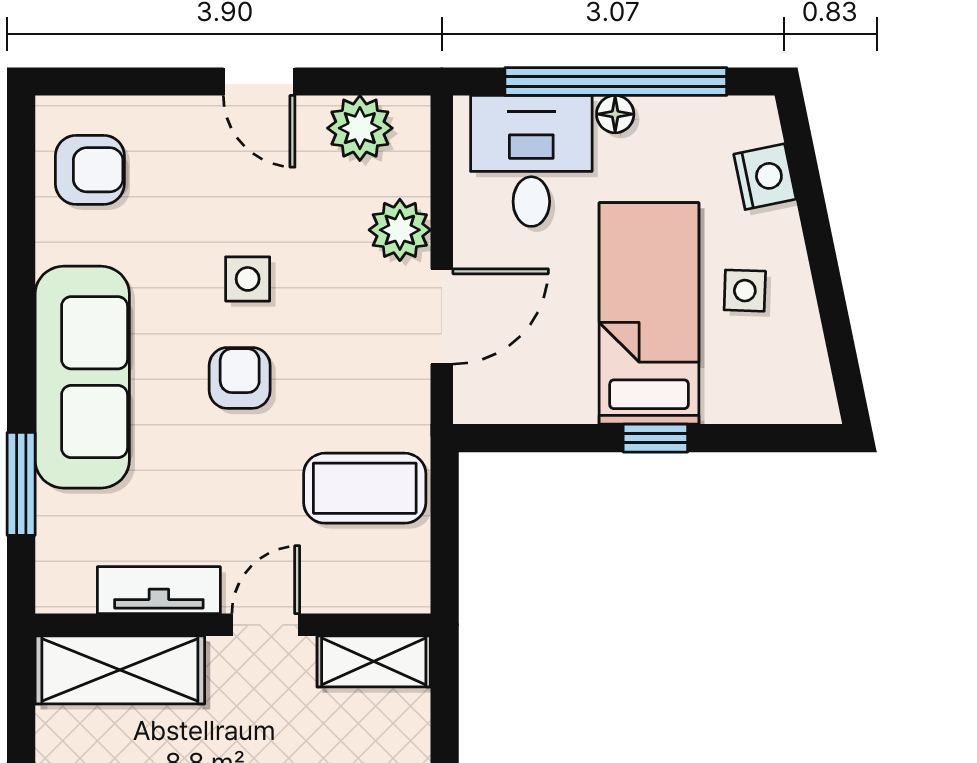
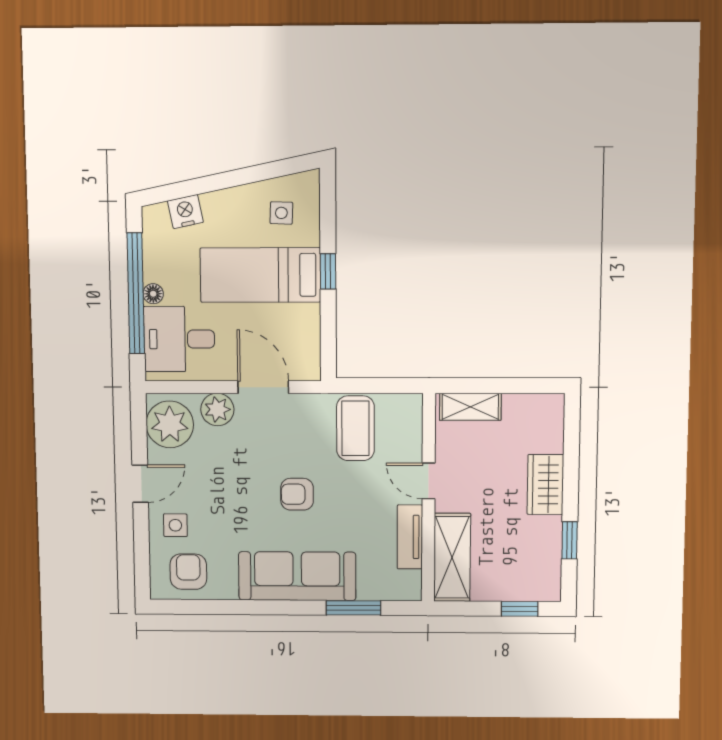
plant: (360, 128) -> (170, 424), width x1.36, depth x1.36
side table: (248, 279) -> (175, 525), moved
side table: (745, 291) -> (281, 213), moved
shelving: (374, 661) -> (470, 407), moved, turned 90

